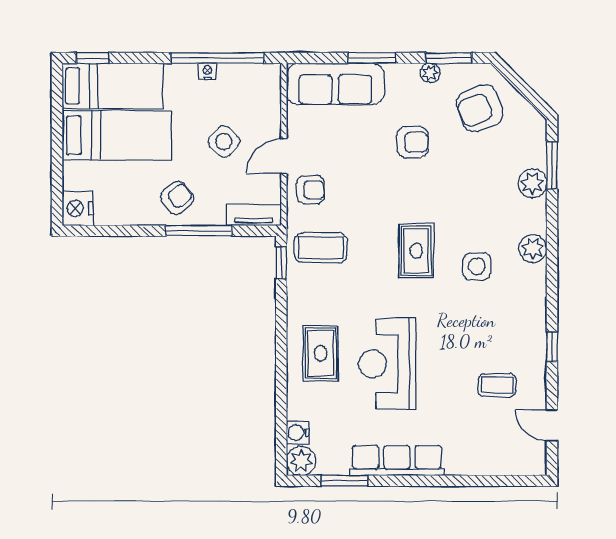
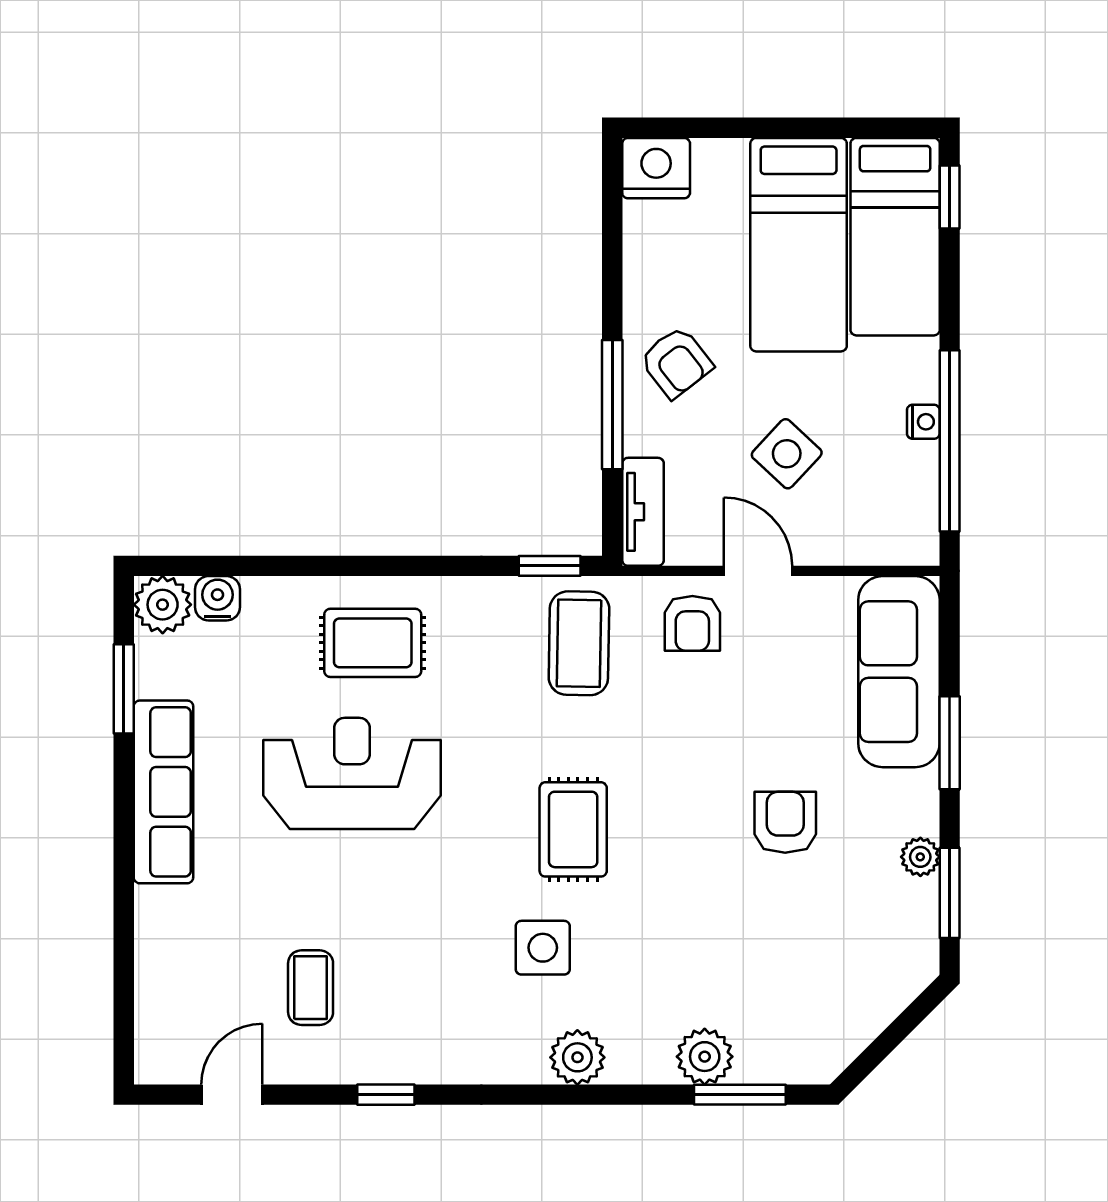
armchair: (480, 108) -> (851, 953), removed
armchair: (412, 142) -> (785, 822), turned 180
rug: (416, 251) -> (573, 829), turned 90

